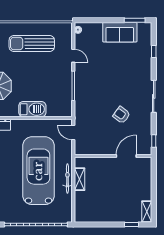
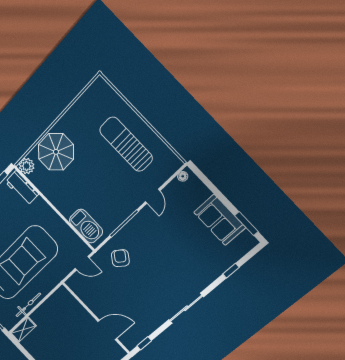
barbecue: (32, 109) -> (86, 226), moved
armchair: (121, 115) -> (120, 258), moved
door: (73, 133) -> (82, 263), swing flipped
bicycle: (67, 178) -> (28, 305), moved
shelving: (79, 179) -> (23, 330), moved

